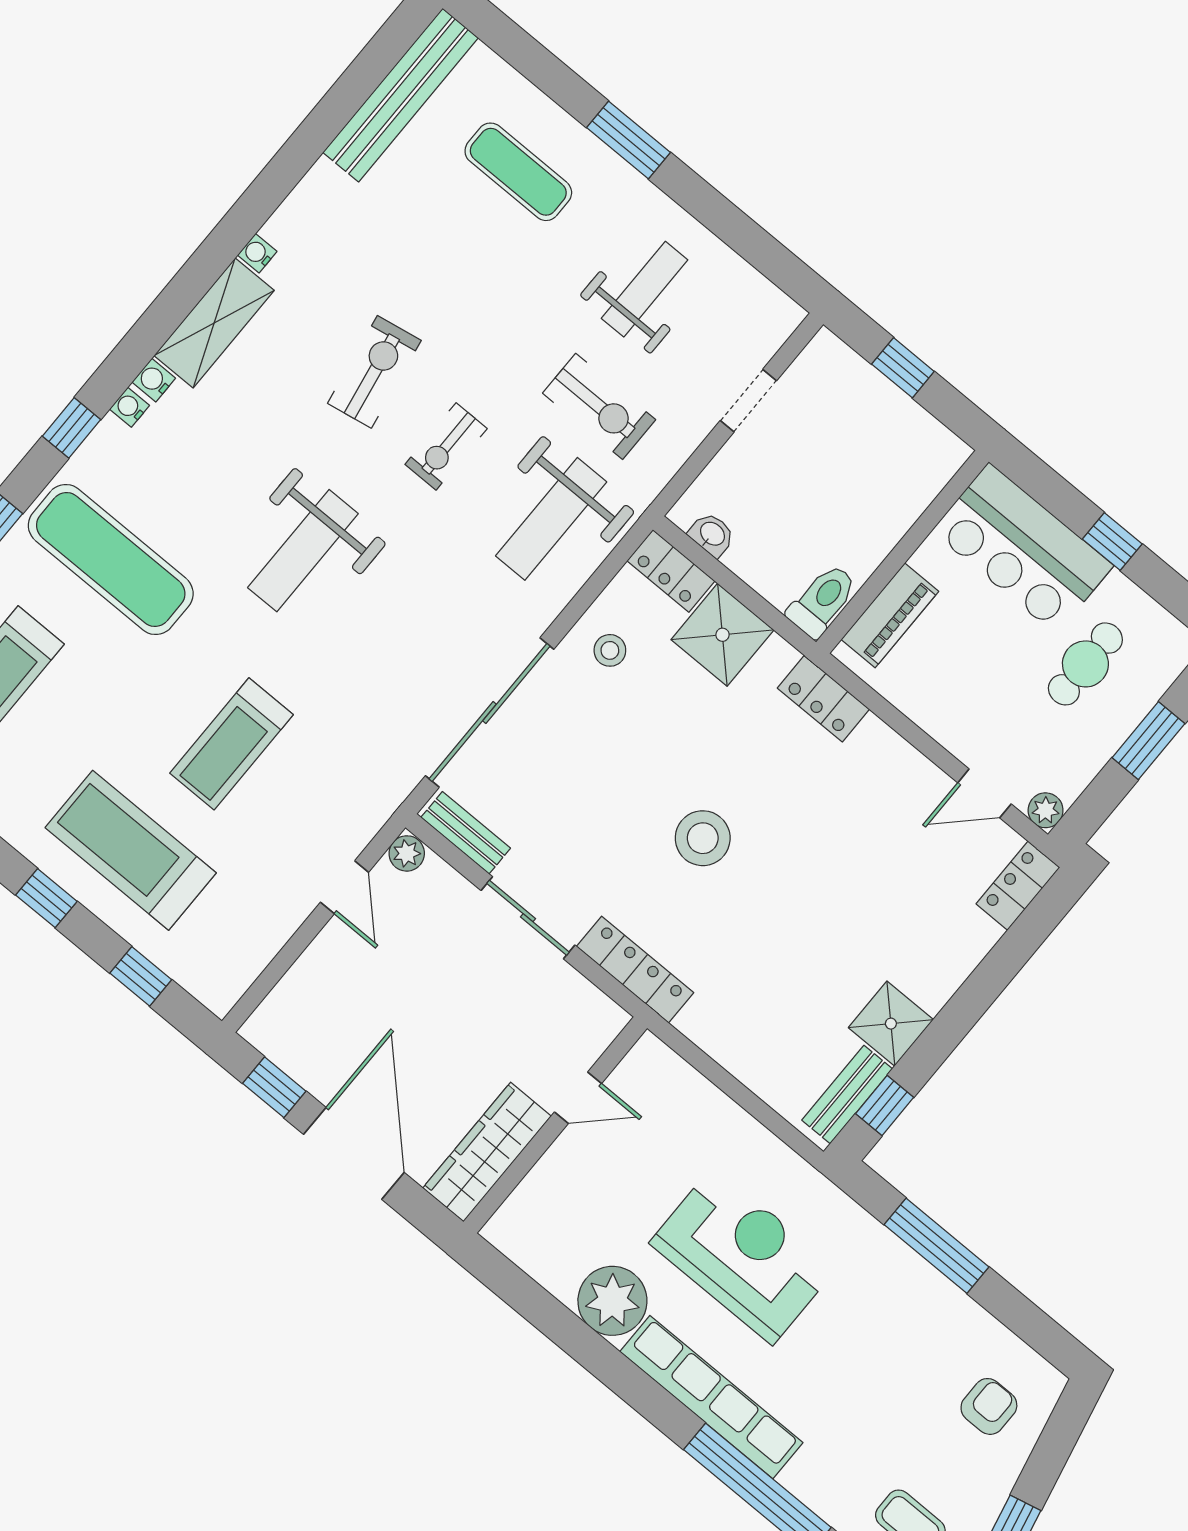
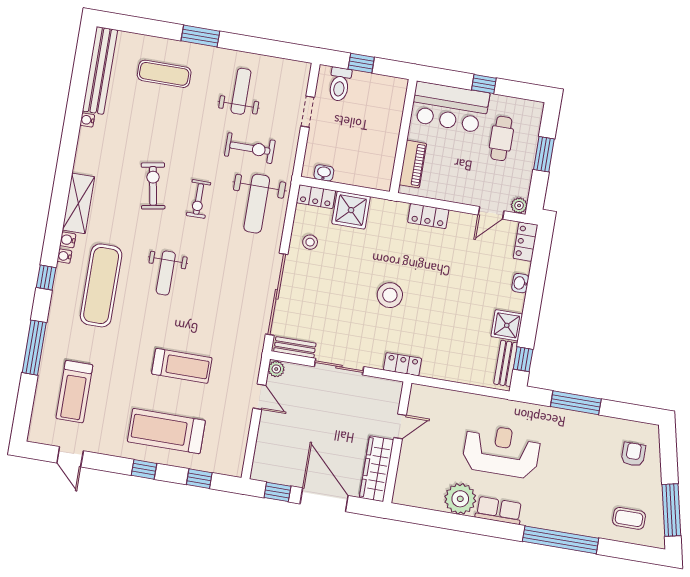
water cooler: (257, 253) -> (87, 120), moved
weight bench: (303, 551) -> (166, 273), width x0.73, depth x0.75
exercise mat: (111, 560) -> (101, 285), moved, turned 90
toilet: (822, 601) -> (340, 84), moved, turned 180
locker: (823, 699) -> (428, 216), moved
treadmill: (232, 744) -> (182, 366), turned -90
washbasin: (963, 959) -> (520, 283), added
locker: (635, 970) -> (403, 364), width x0.66
row of seats: (711, 1397) -> (499, 510), width x0.50

